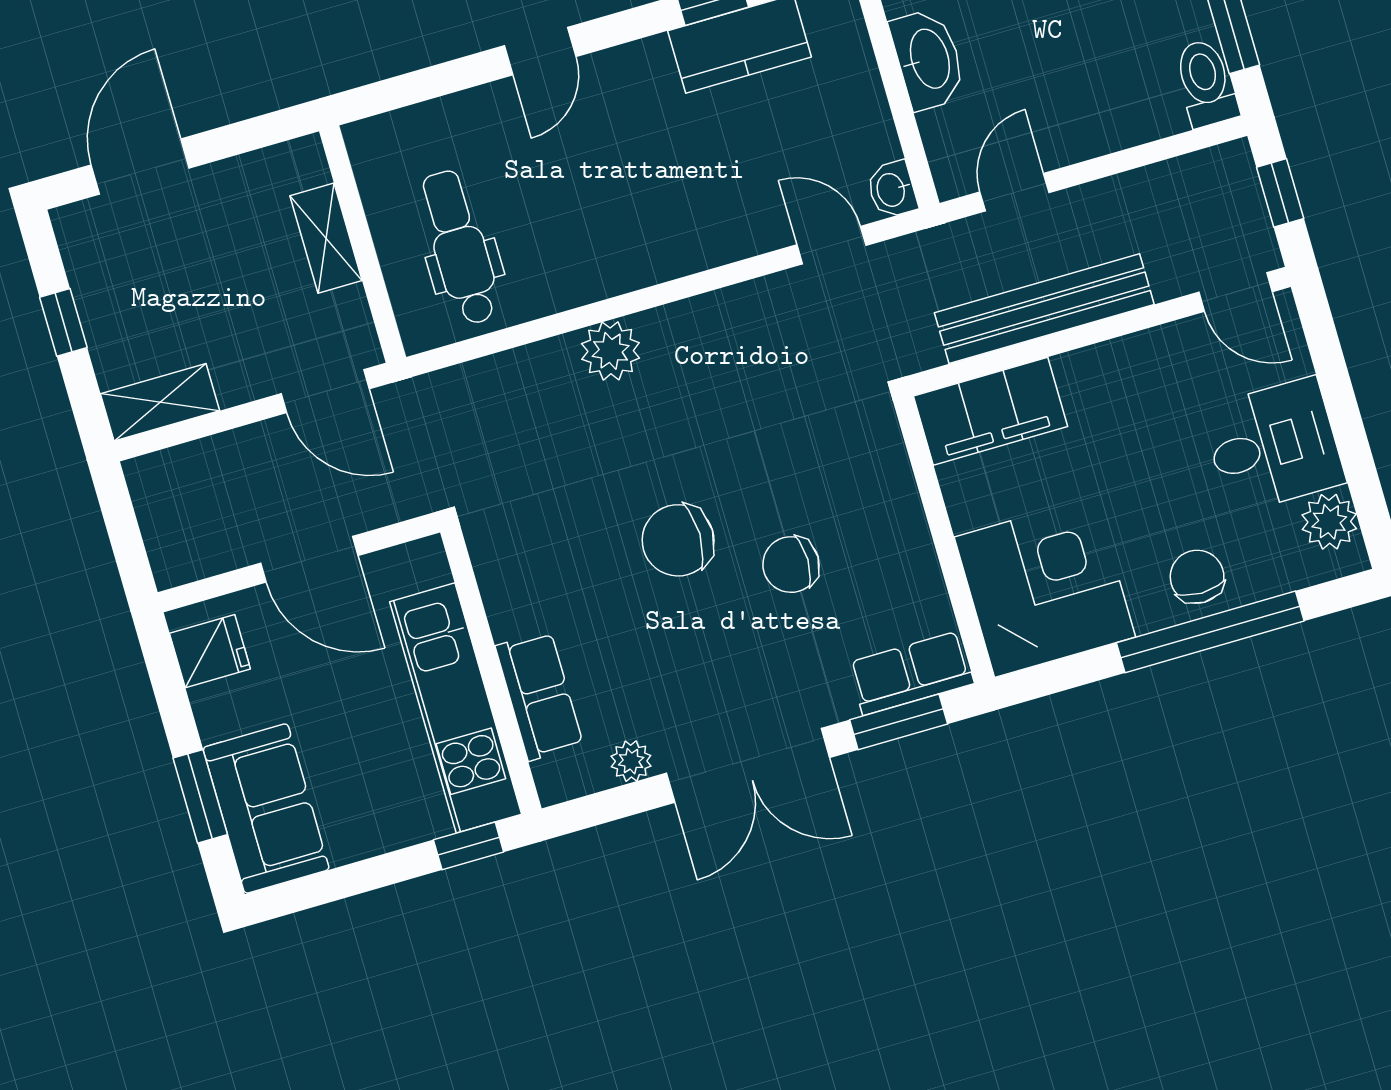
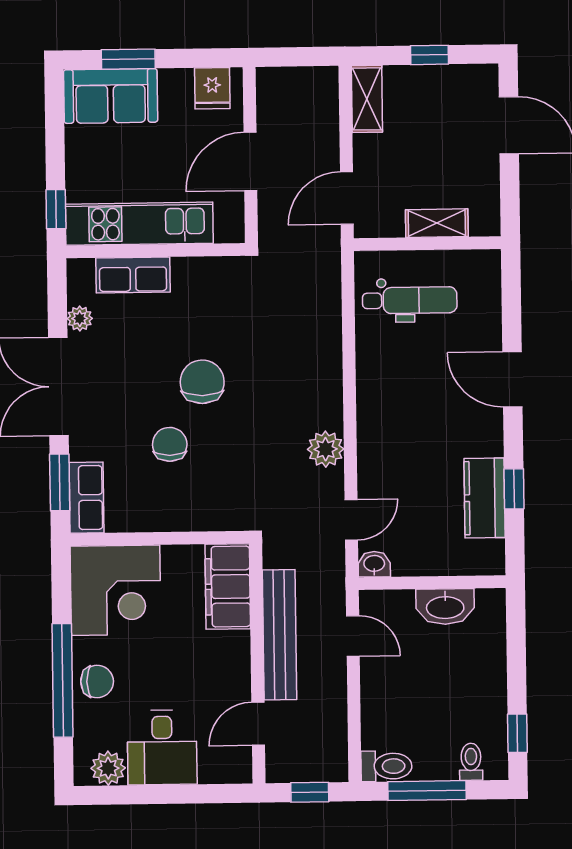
door: (540, 51) -> (512, 379), width x1.38
door: (1235, 292) -> (258, 724), moved
plant: (611, 351) -> (326, 449), moved

